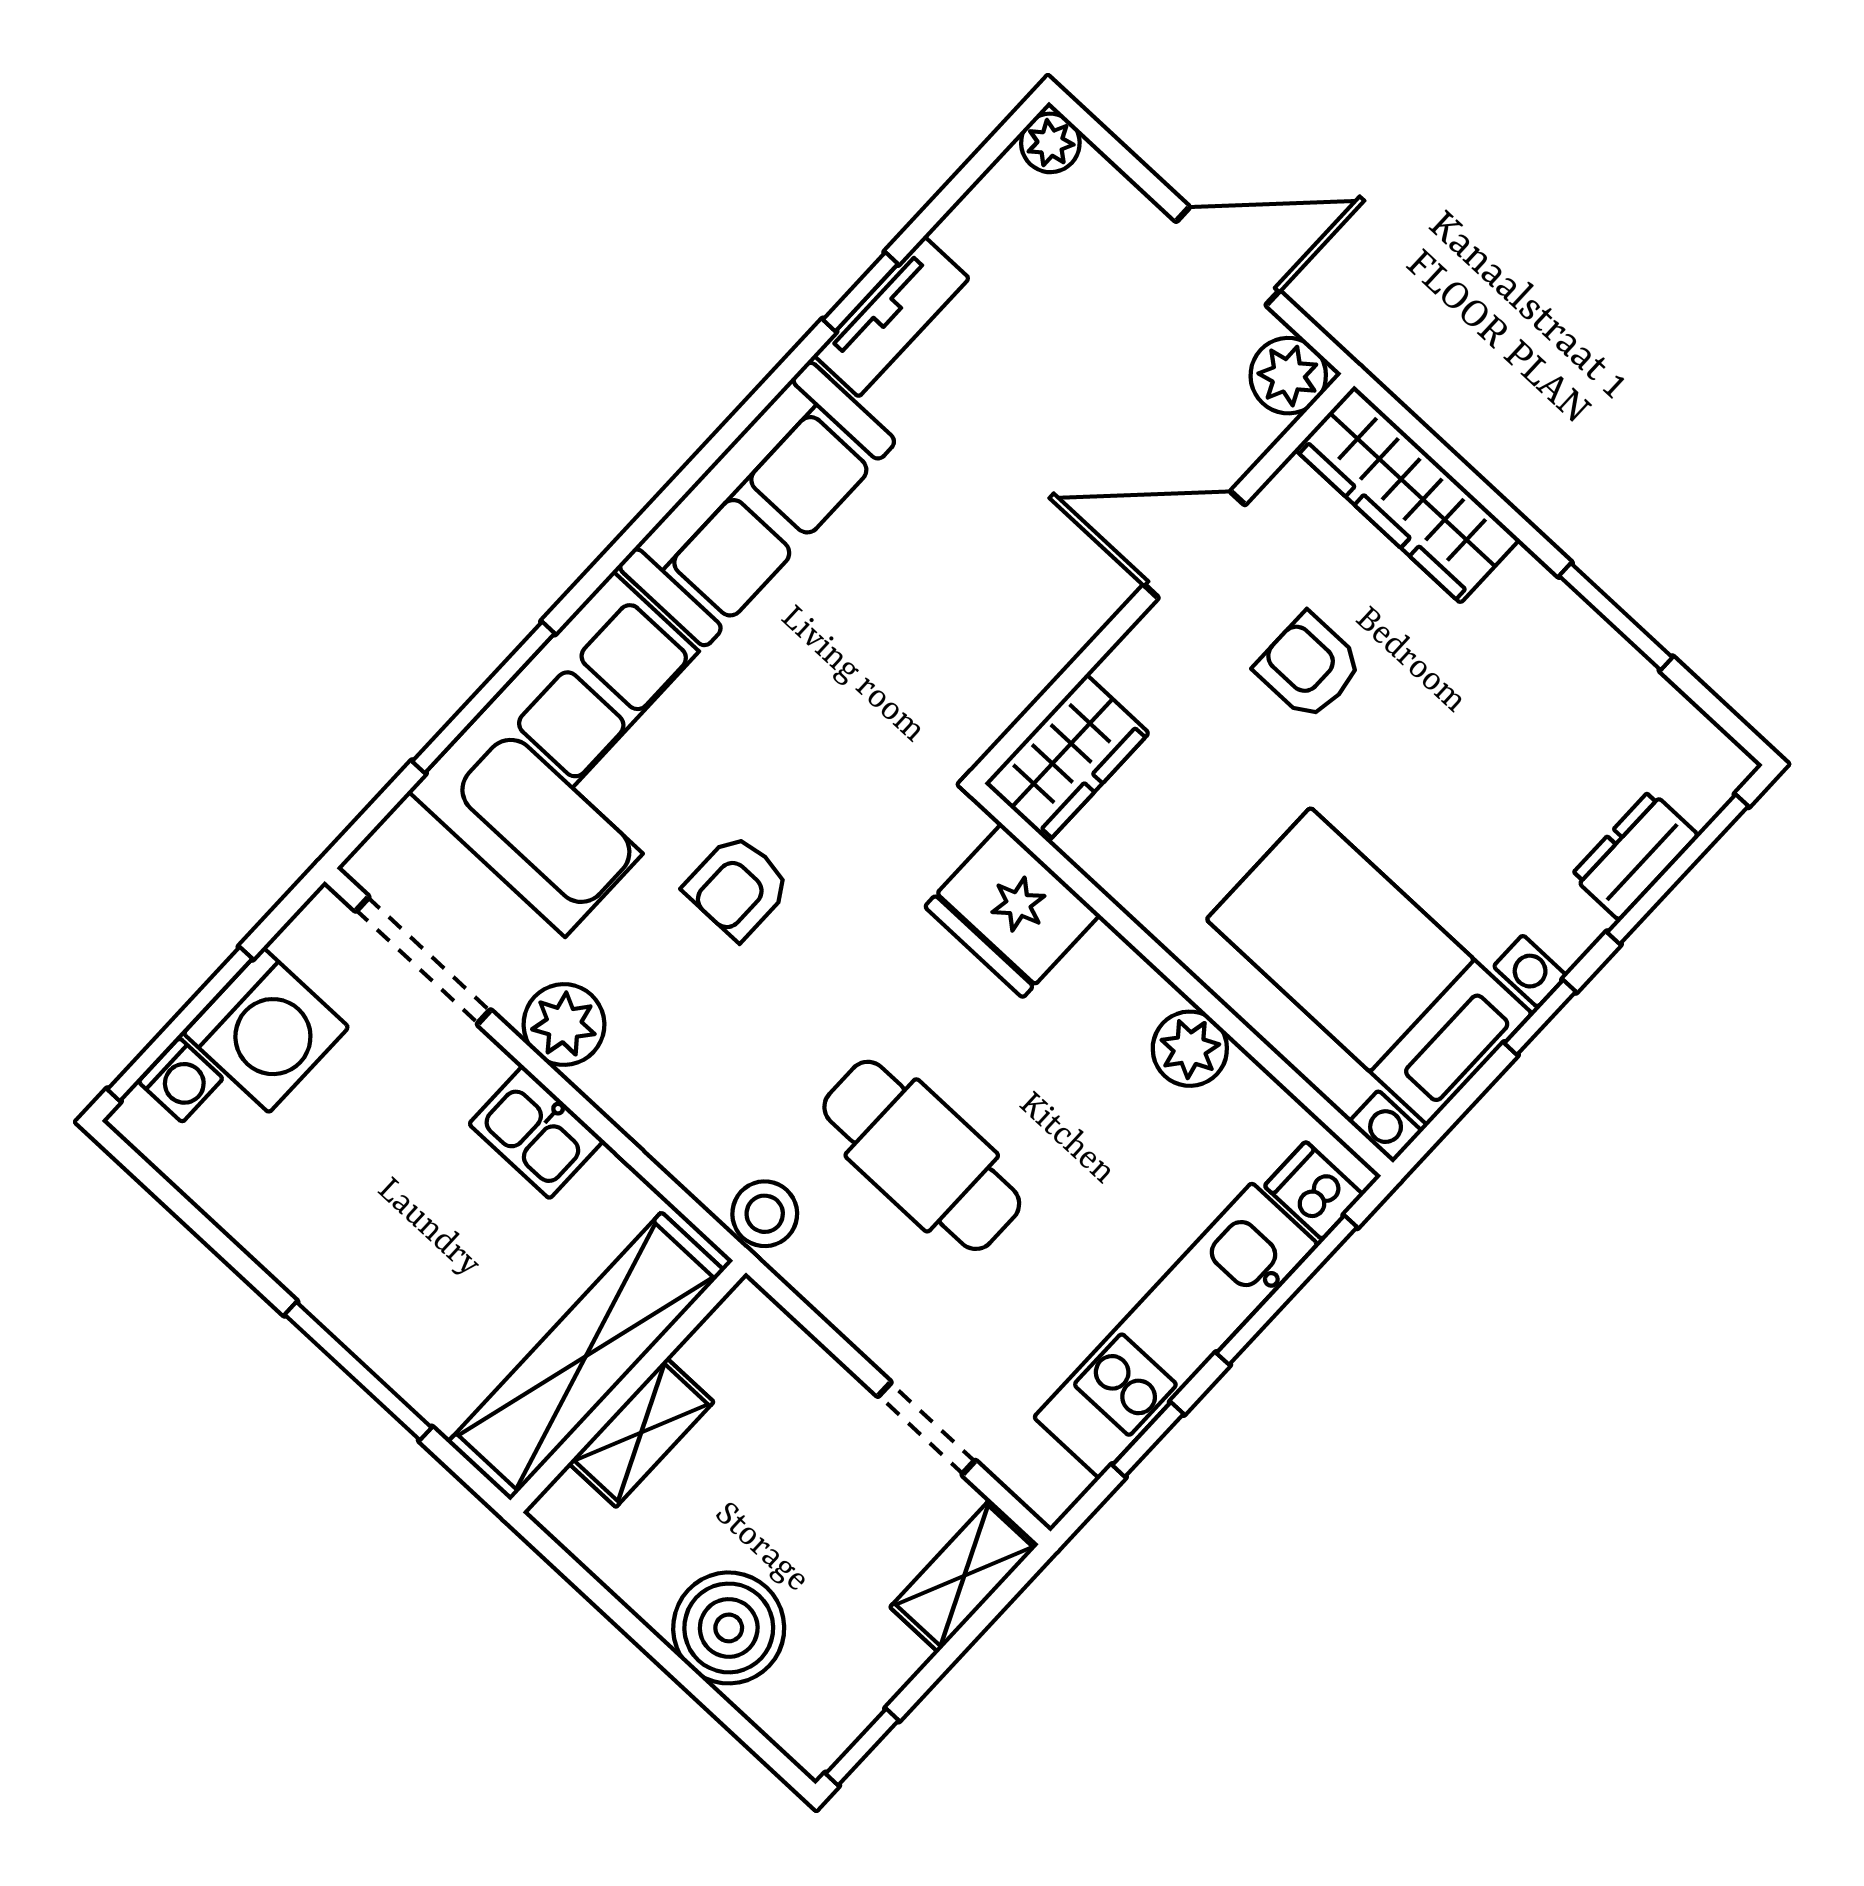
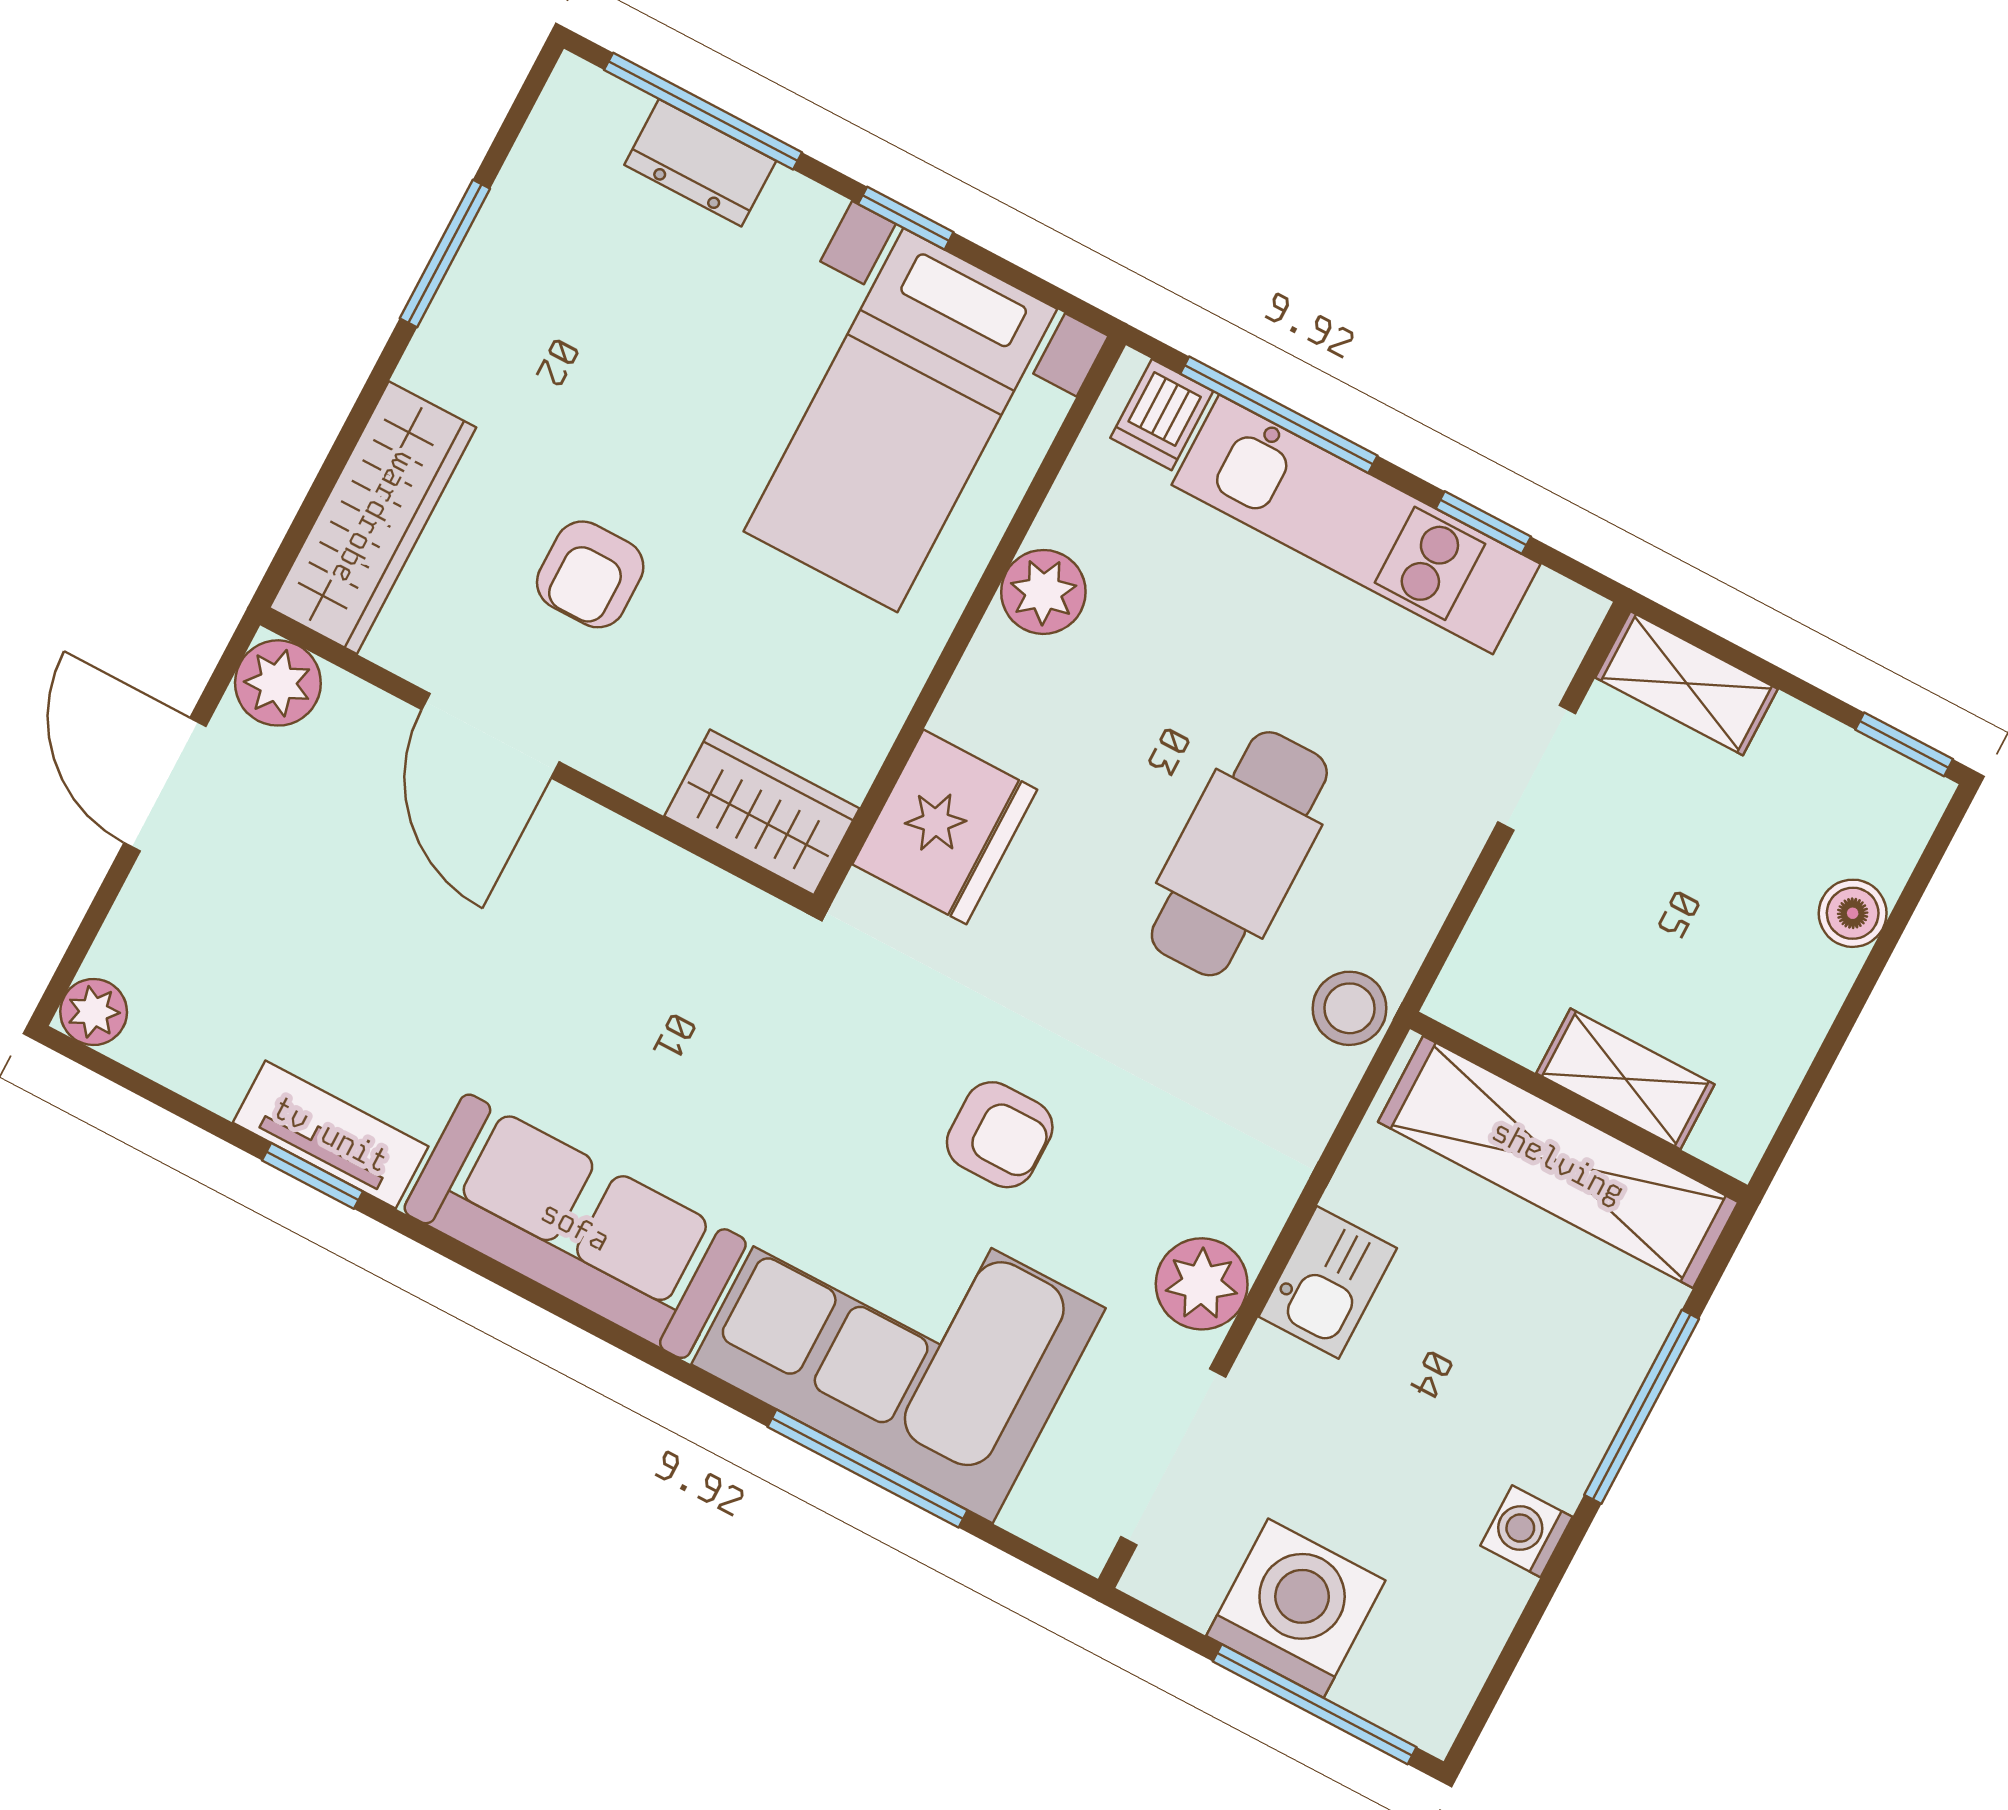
washing machine: (181, 1080) -> (1526, 1531), moved, turned -90
boiler: (729, 1628) -> (1853, 913), width x0.54, depth x0.54

